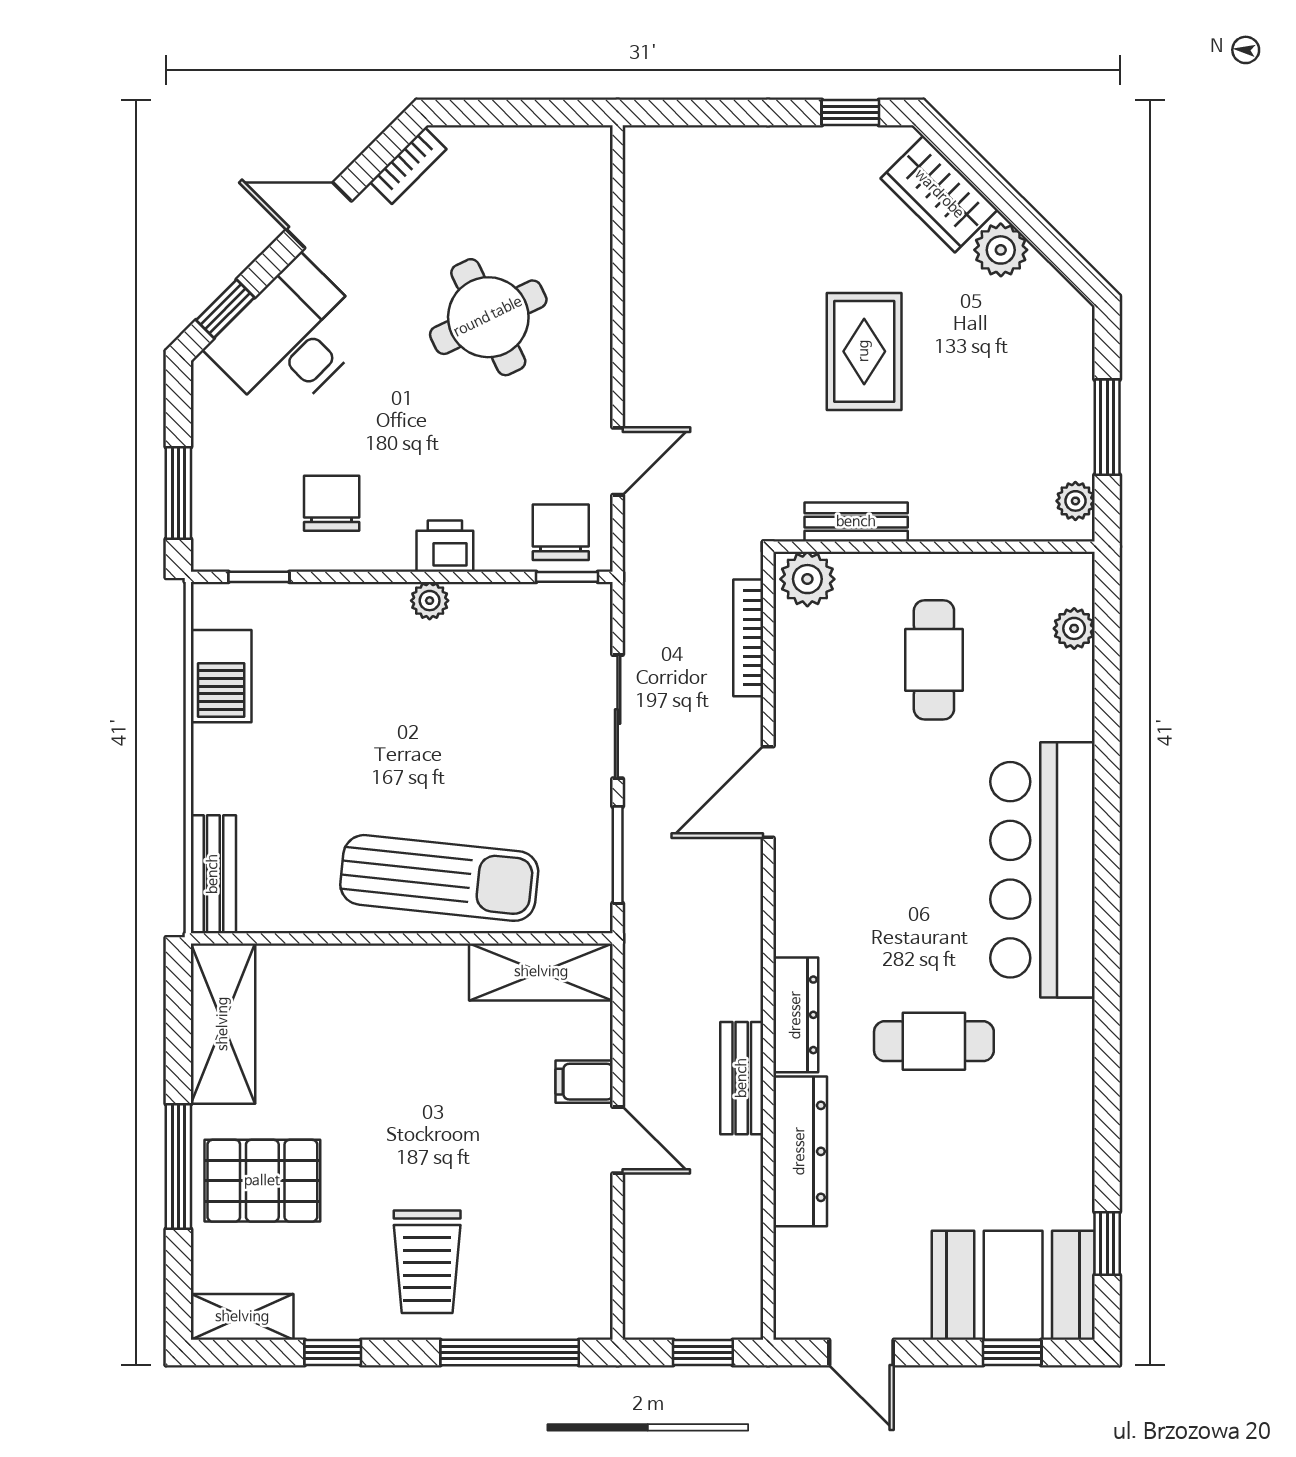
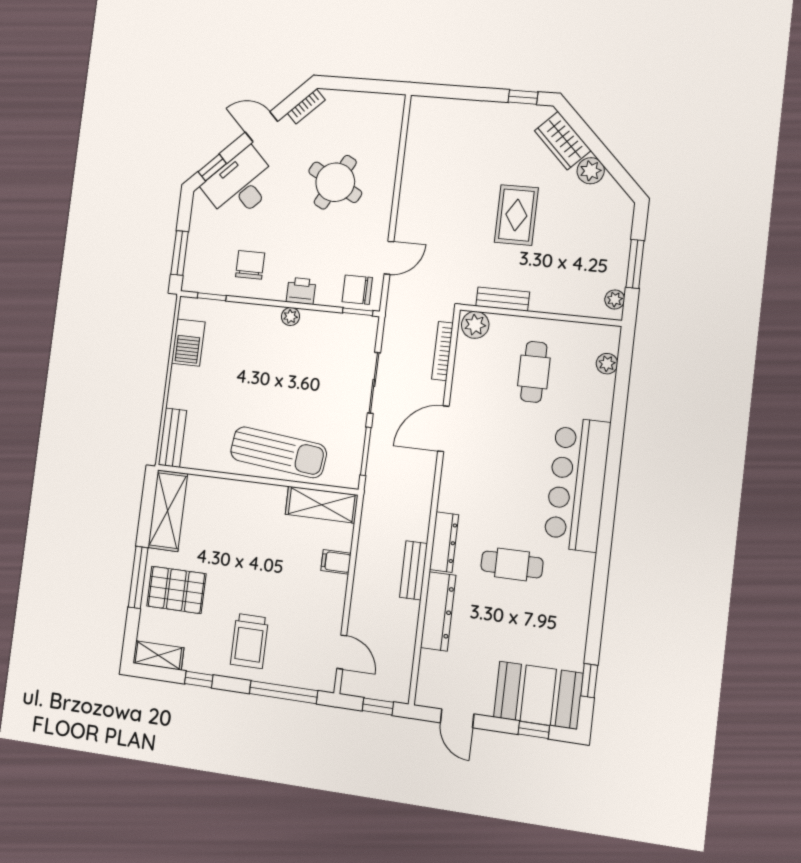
round table: (488, 317) -> (335, 182), turned -36
chair: (561, 532) -> (357, 290), turned -90
door: (618, 1140) -> (342, 652), moved

